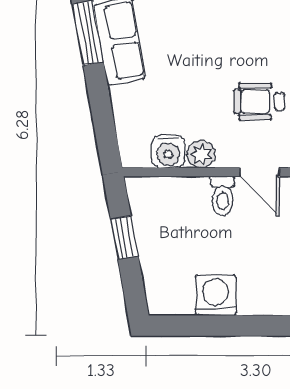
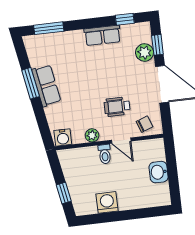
water cooler: (168, 151) -> (63, 137), moved
window: (124, 238) -> (64, 193), moved

